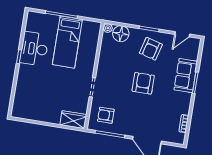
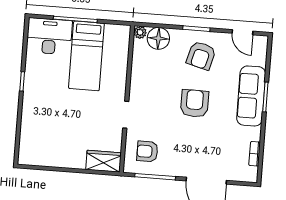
door: (182, 34) -> (242, 32), hinge flipped
desk: (34, 49) -> (49, 36), moved, turned 90
sofa: (186, 76) -> (251, 96), width x1.36

